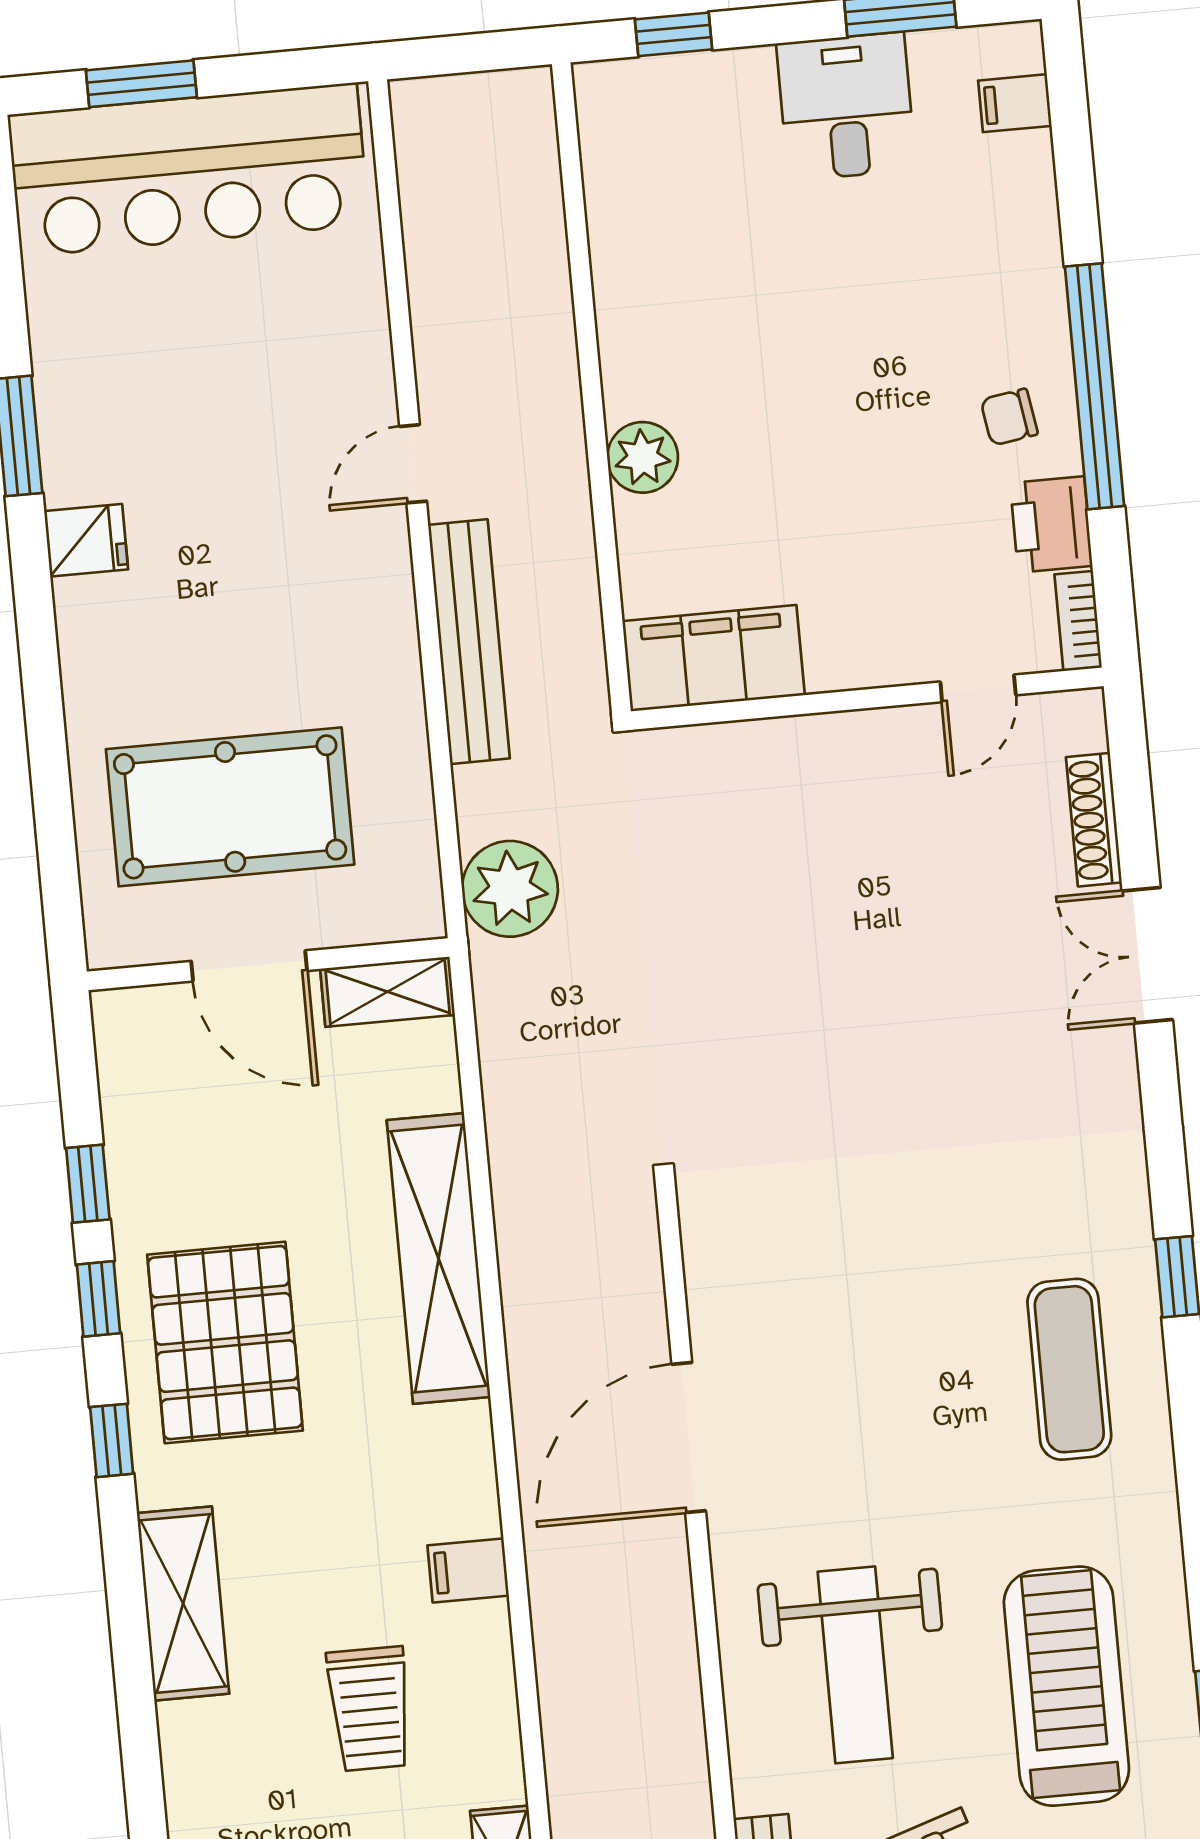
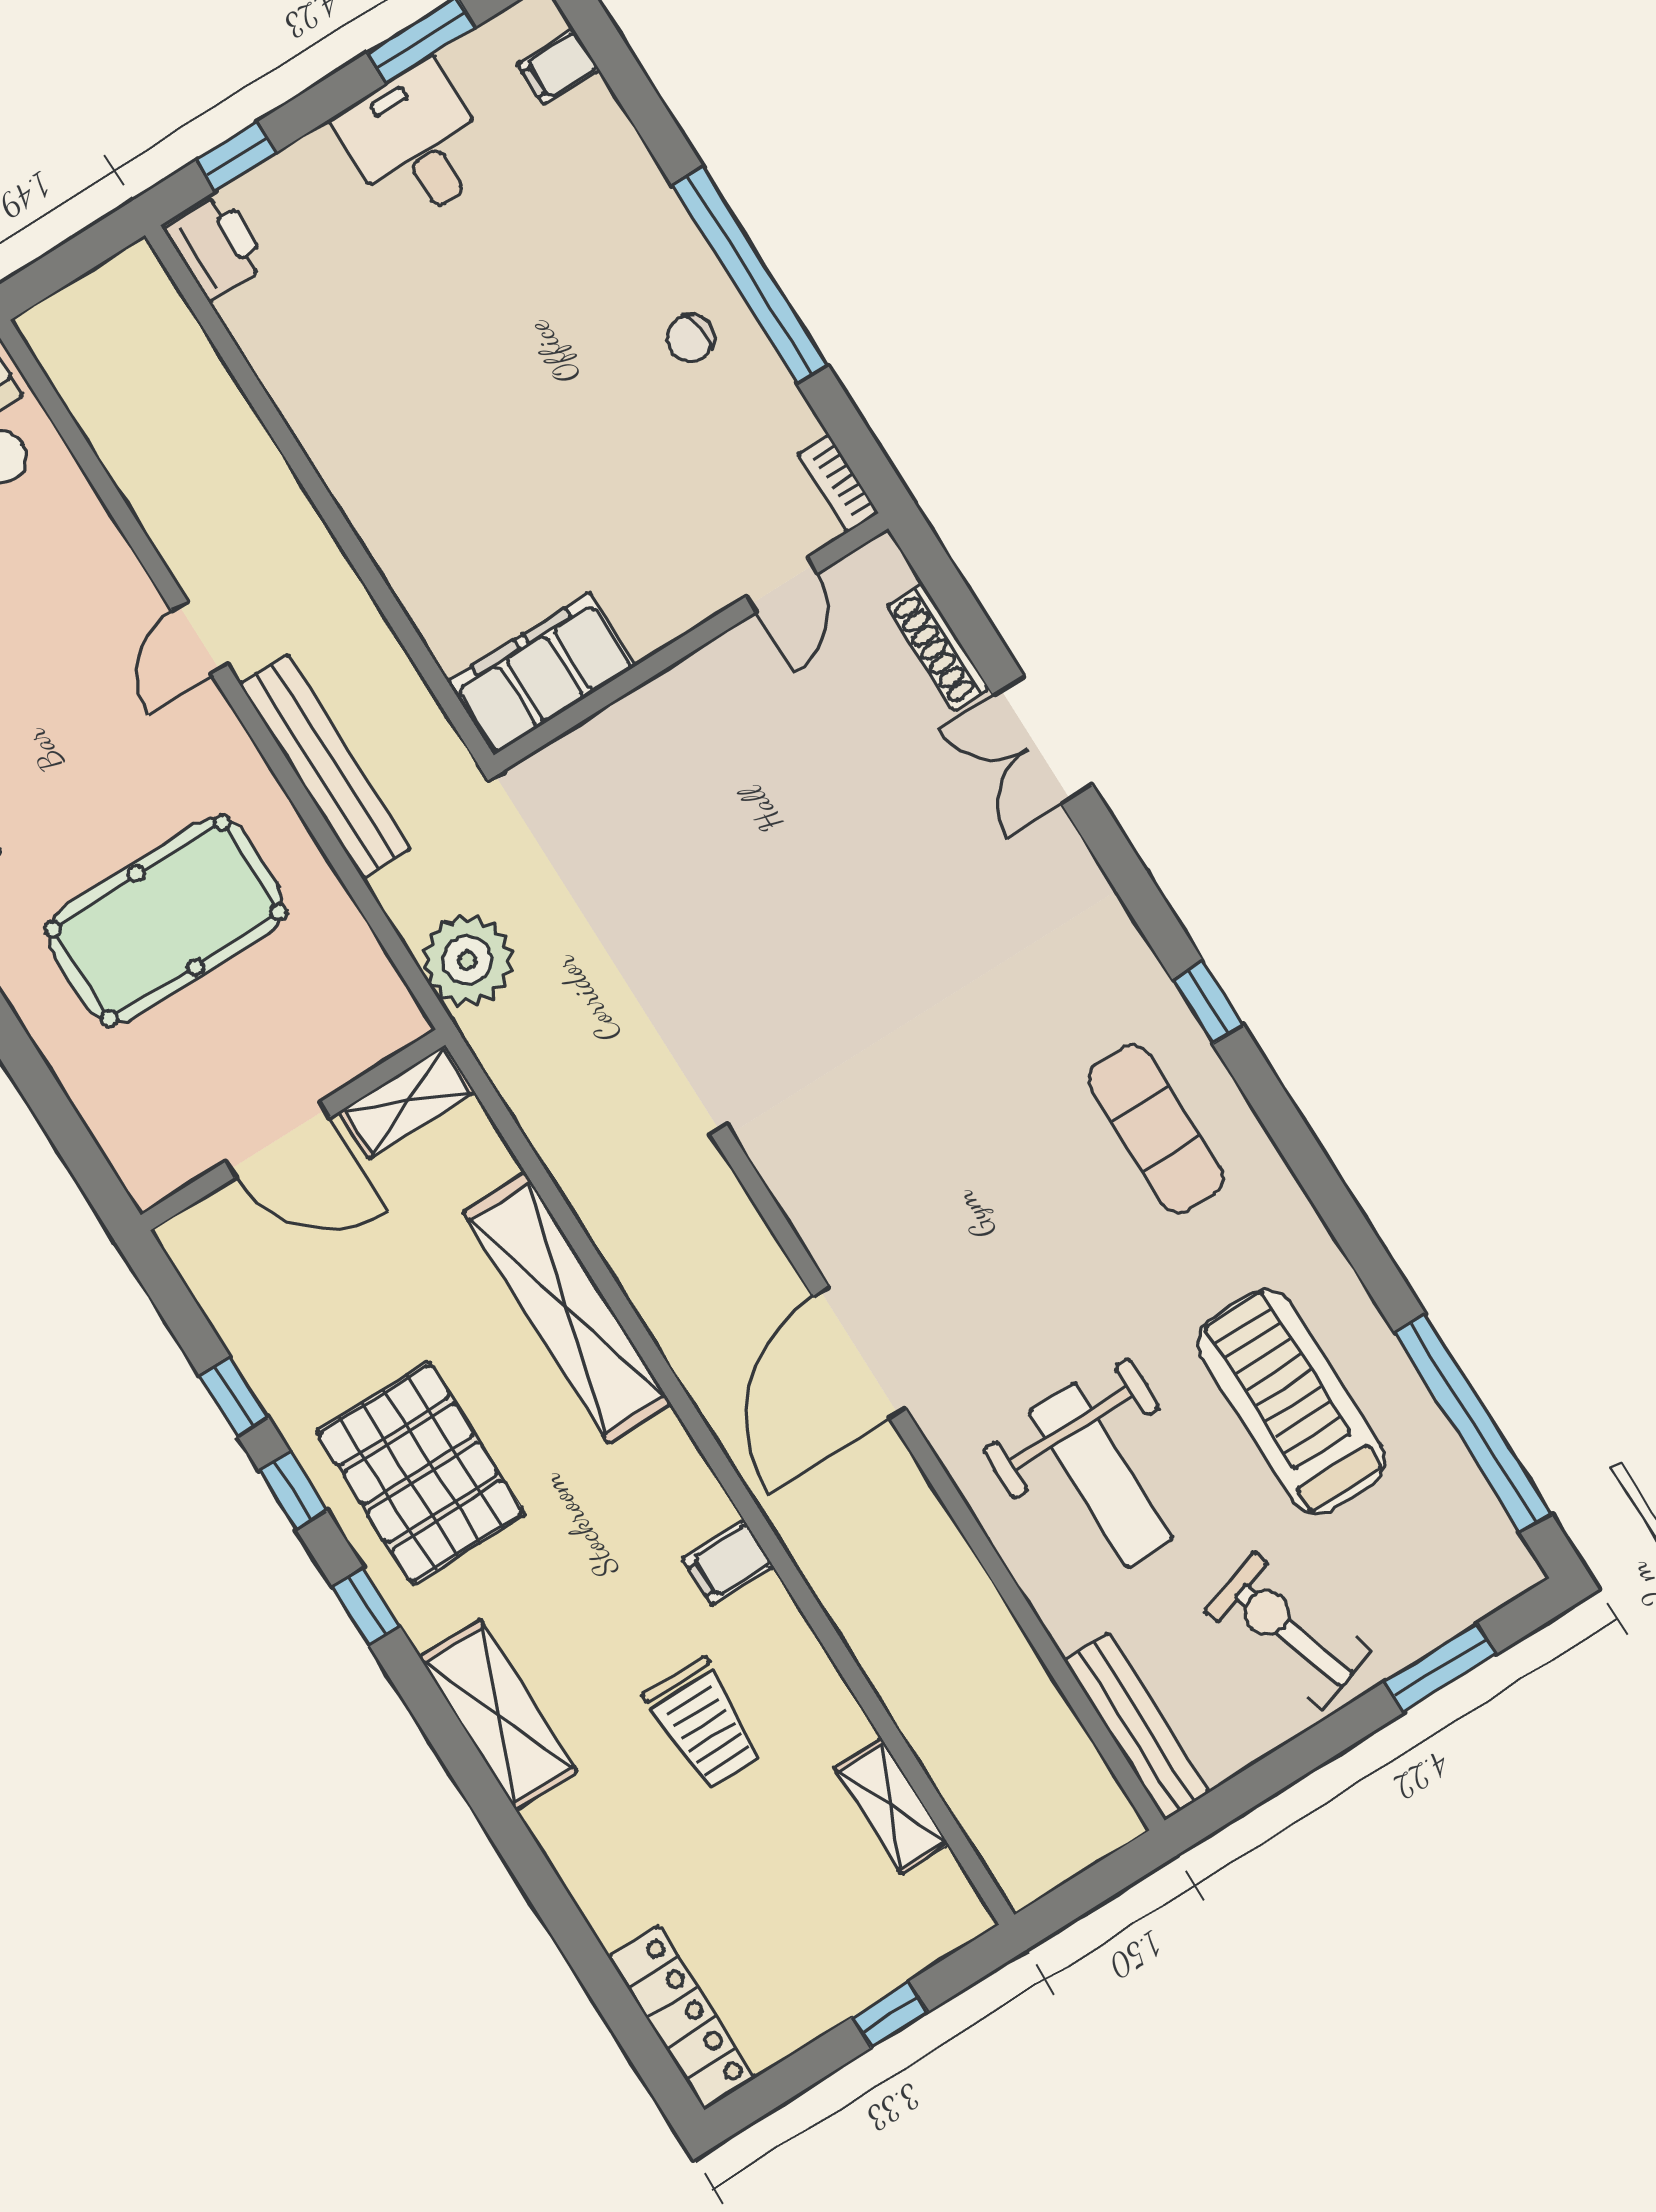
plant: (643, 457) -> (394, 533), removed
printer: (1051, 524) -> (216, 247), moved, turned 180
pool table: (230, 807) -> (166, 921), moved

